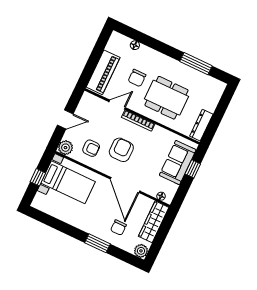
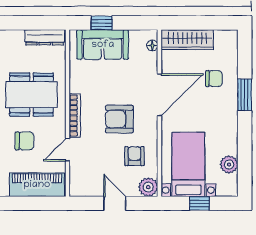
dining table: (166, 98) -> (31, 95), turned 90
door: (117, 105) -> (68, 150), hinge flipped
plant: (141, 251) -> (229, 165), moved

